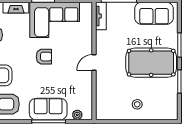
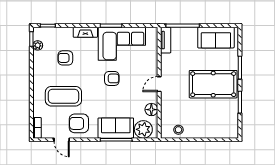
floor lamp: (86, 89) -> (151, 110), added
stool: (137, 104) -> (178, 130), moved
plant: (77, 115) -> (143, 129), width x1.88, depth x1.88

